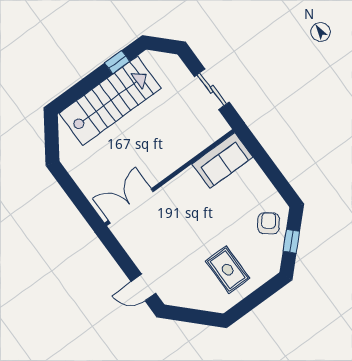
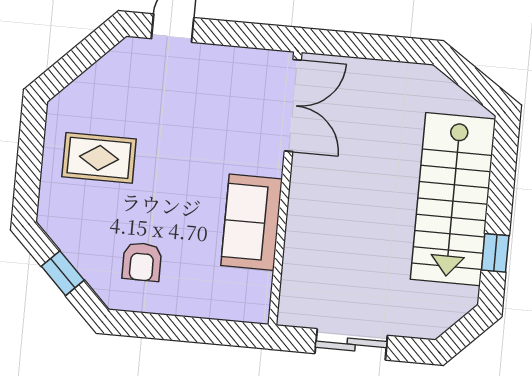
sofa: (222, 161) -> (252, 222), moved
armchair: (269, 223) -> (142, 262), moved, turned 53

